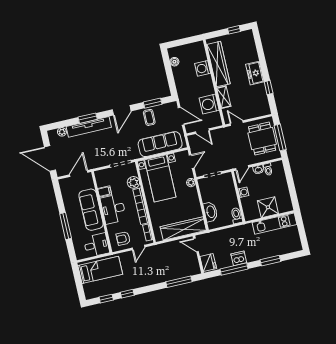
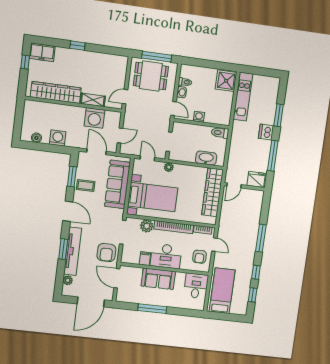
washing machine: (203, 68) -> (58, 138), moved, turned 180
freezer: (255, 73) -> (42, 52), moved
window: (269, 87) -> (77, 46), moved
door: (181, 116) -> (96, 152), hinge flipped
armchair: (98, 156) -> (106, 252), added
shower: (268, 207) -> (226, 81), moved
sofa: (91, 210) -> (158, 279), width x0.73
window: (66, 226) -> (152, 309), moved
dishwasher: (239, 258) -> (266, 132), moved
window: (179, 282) -> (261, 238), moved

